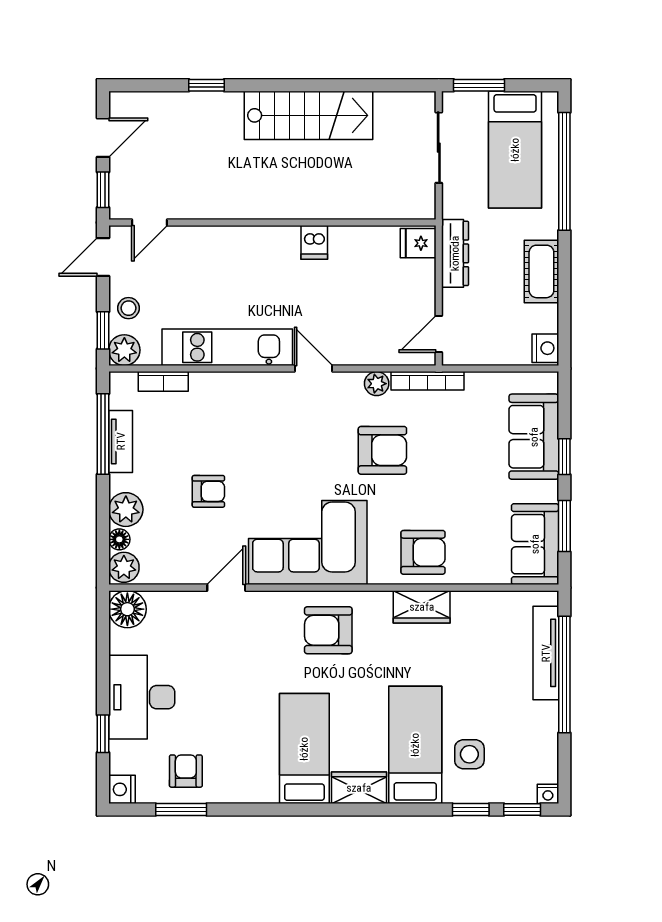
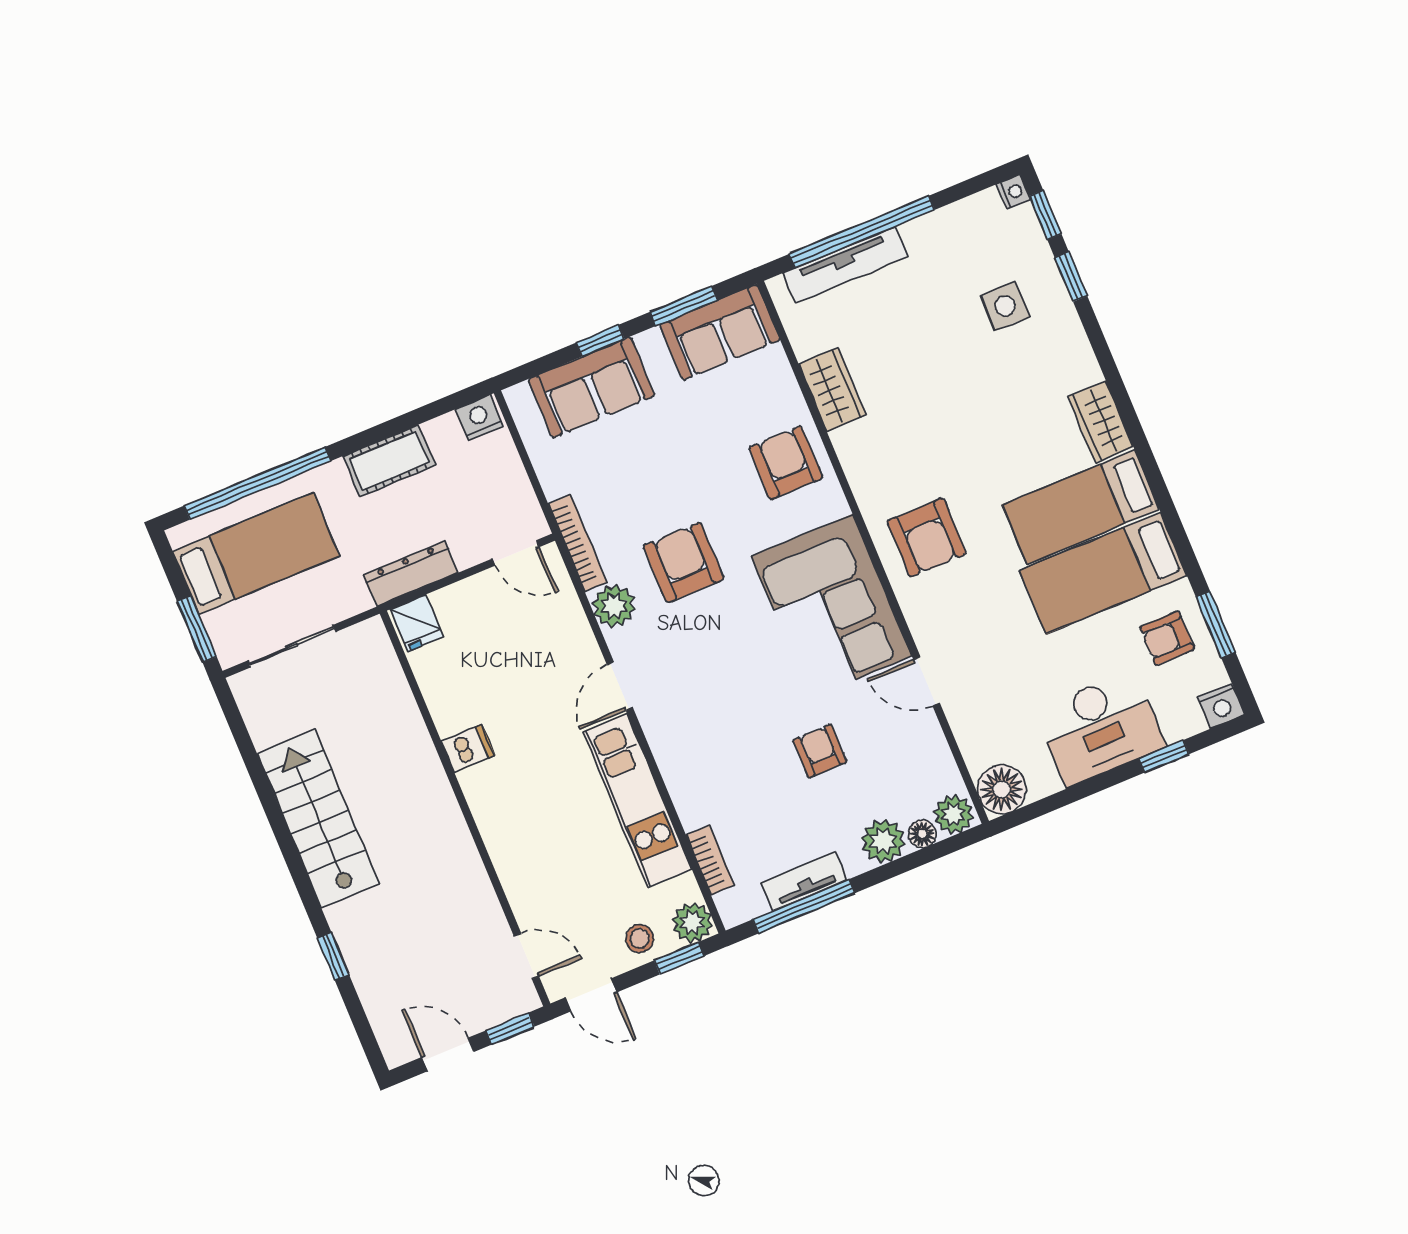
plant: (377, 384) -> (614, 606), width x1.38, depth x1.38
wardrobe: (422, 607) -> (832, 389), moved
bed: (415, 745) -> (1103, 573), moved

